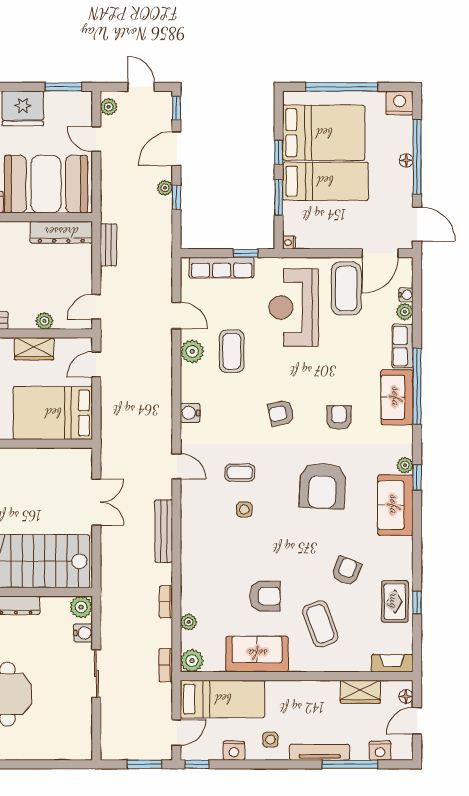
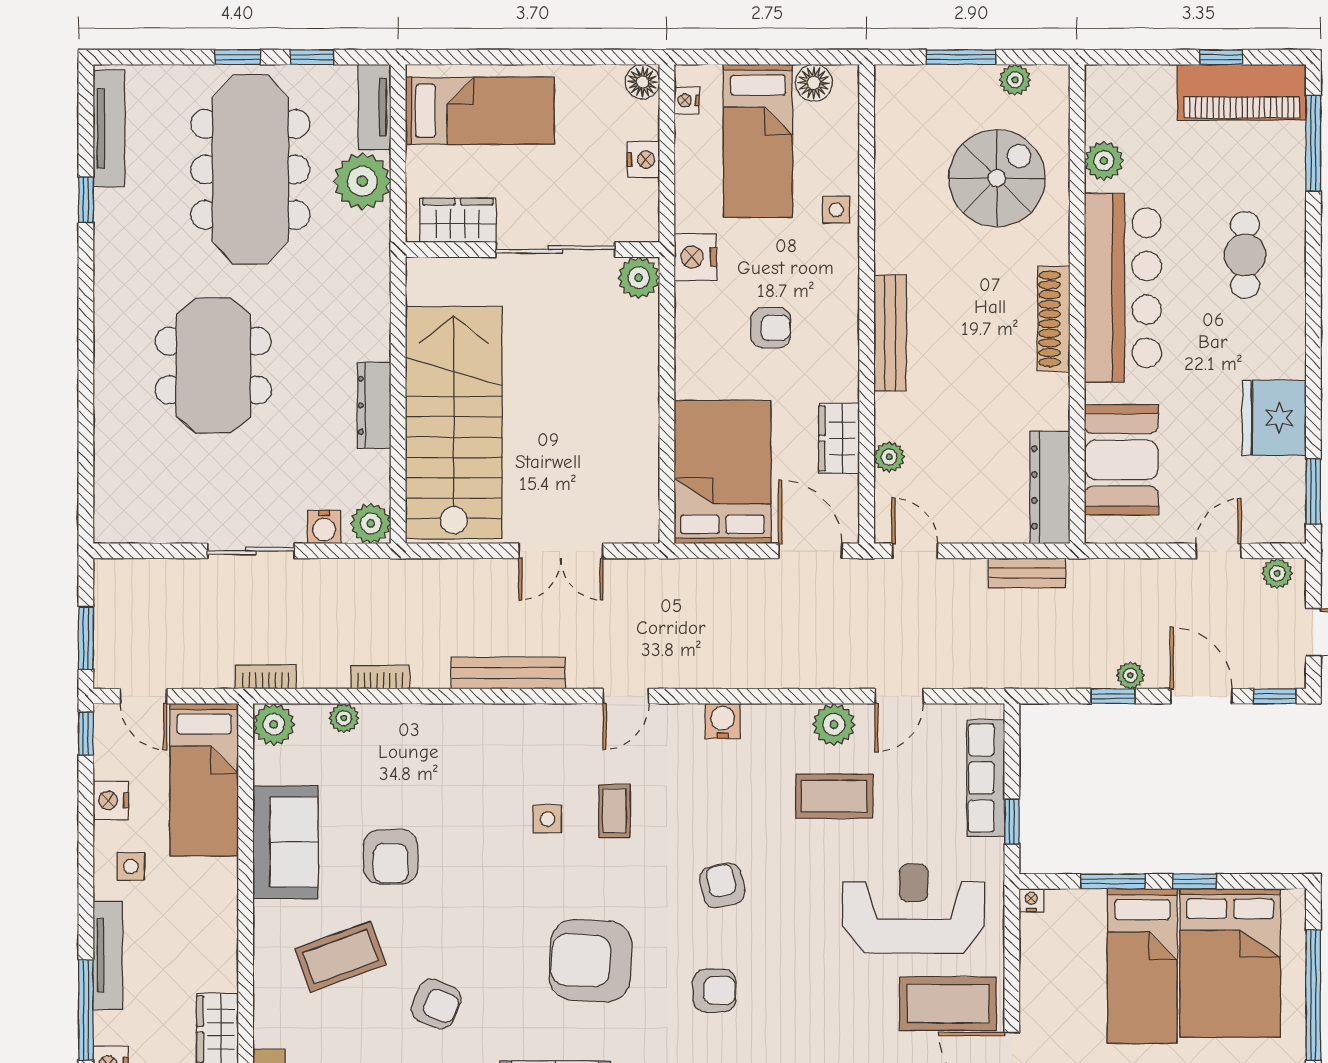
booth: (46, 184) -> (1121, 460), width x0.73, depth x0.70
door: (96, 364) -> (810, 551), width x1.38

